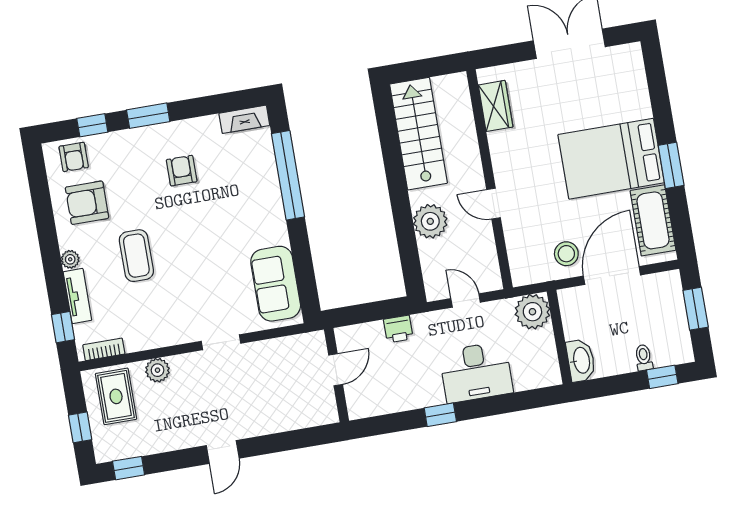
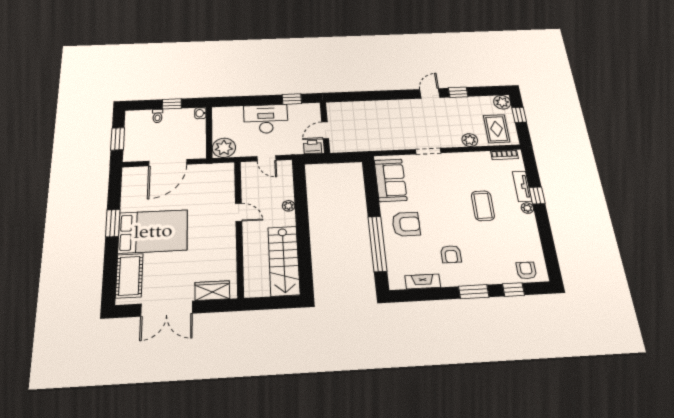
wardrobe: (496, 106) -> (212, 291), moved, turned 90
fireplace: (244, 119) -> (423, 281), moved
armchair: (87, 203) -> (406, 224), moved
cot: (653, 220) -> (129, 276), moved
plant: (430, 221) -> (289, 206), width x0.53, depth x0.53
stool: (566, 254) -> (195, 178), removed
window: (63, 327) -> (537, 195), moved
washbasin: (581, 360) -> (200, 113), width x0.52, depth x0.69
door: (336, 370) -> (325, 130), moved
wall: (336, 375) -> (325, 127), moved
window: (662, 377) -> (172, 104), moved
plant: (107, 449) -> (502, 102), added
window: (129, 468) -> (458, 92), moved

